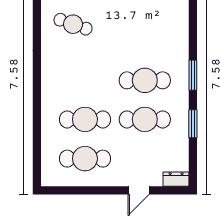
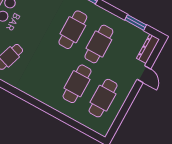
window: (193, 124) -> (136, 22), moved
dresser: (176, 179) -> (148, 49), width x1.44

